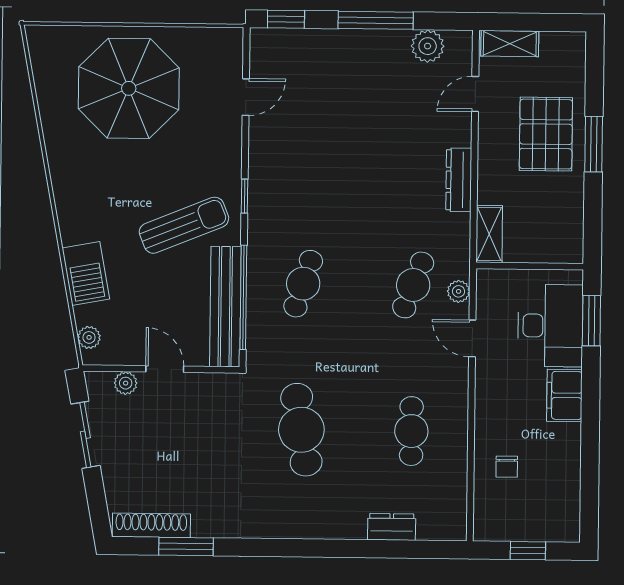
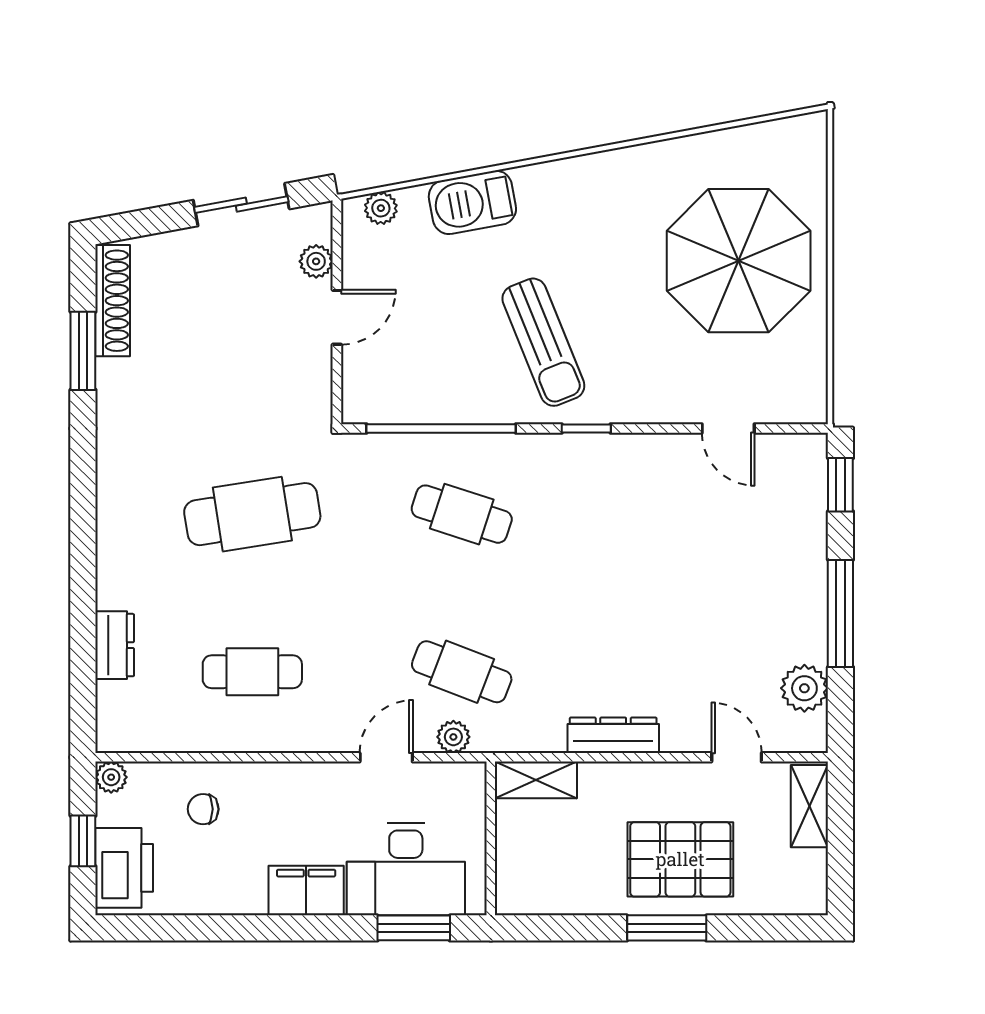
bench: (225, 307) -> (427, 403), removed
printer: (547, 522) -> (124, 868), added
plant: (484, 530) -> (111, 777), added

